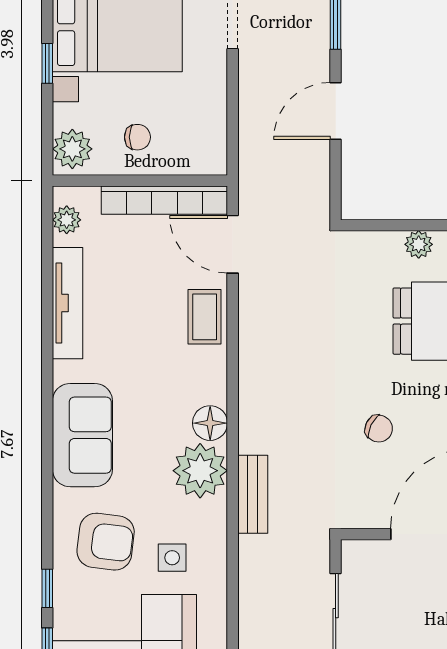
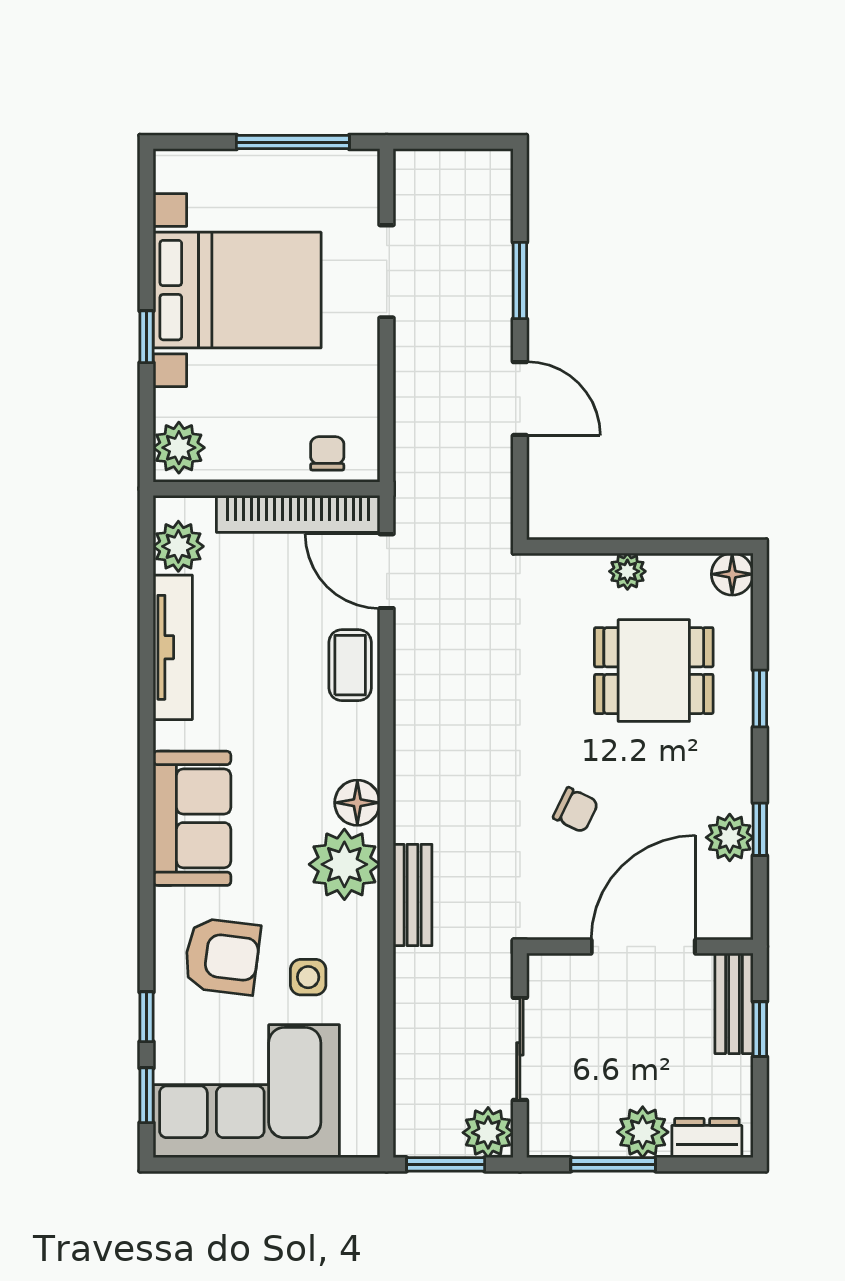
door: (336, 111) -> (520, 399), swing flipped
chair: (137, 137) -> (327, 453), moved, turned -90
plant: (67, 220) -> (178, 546), width x1.38, depth x1.38

